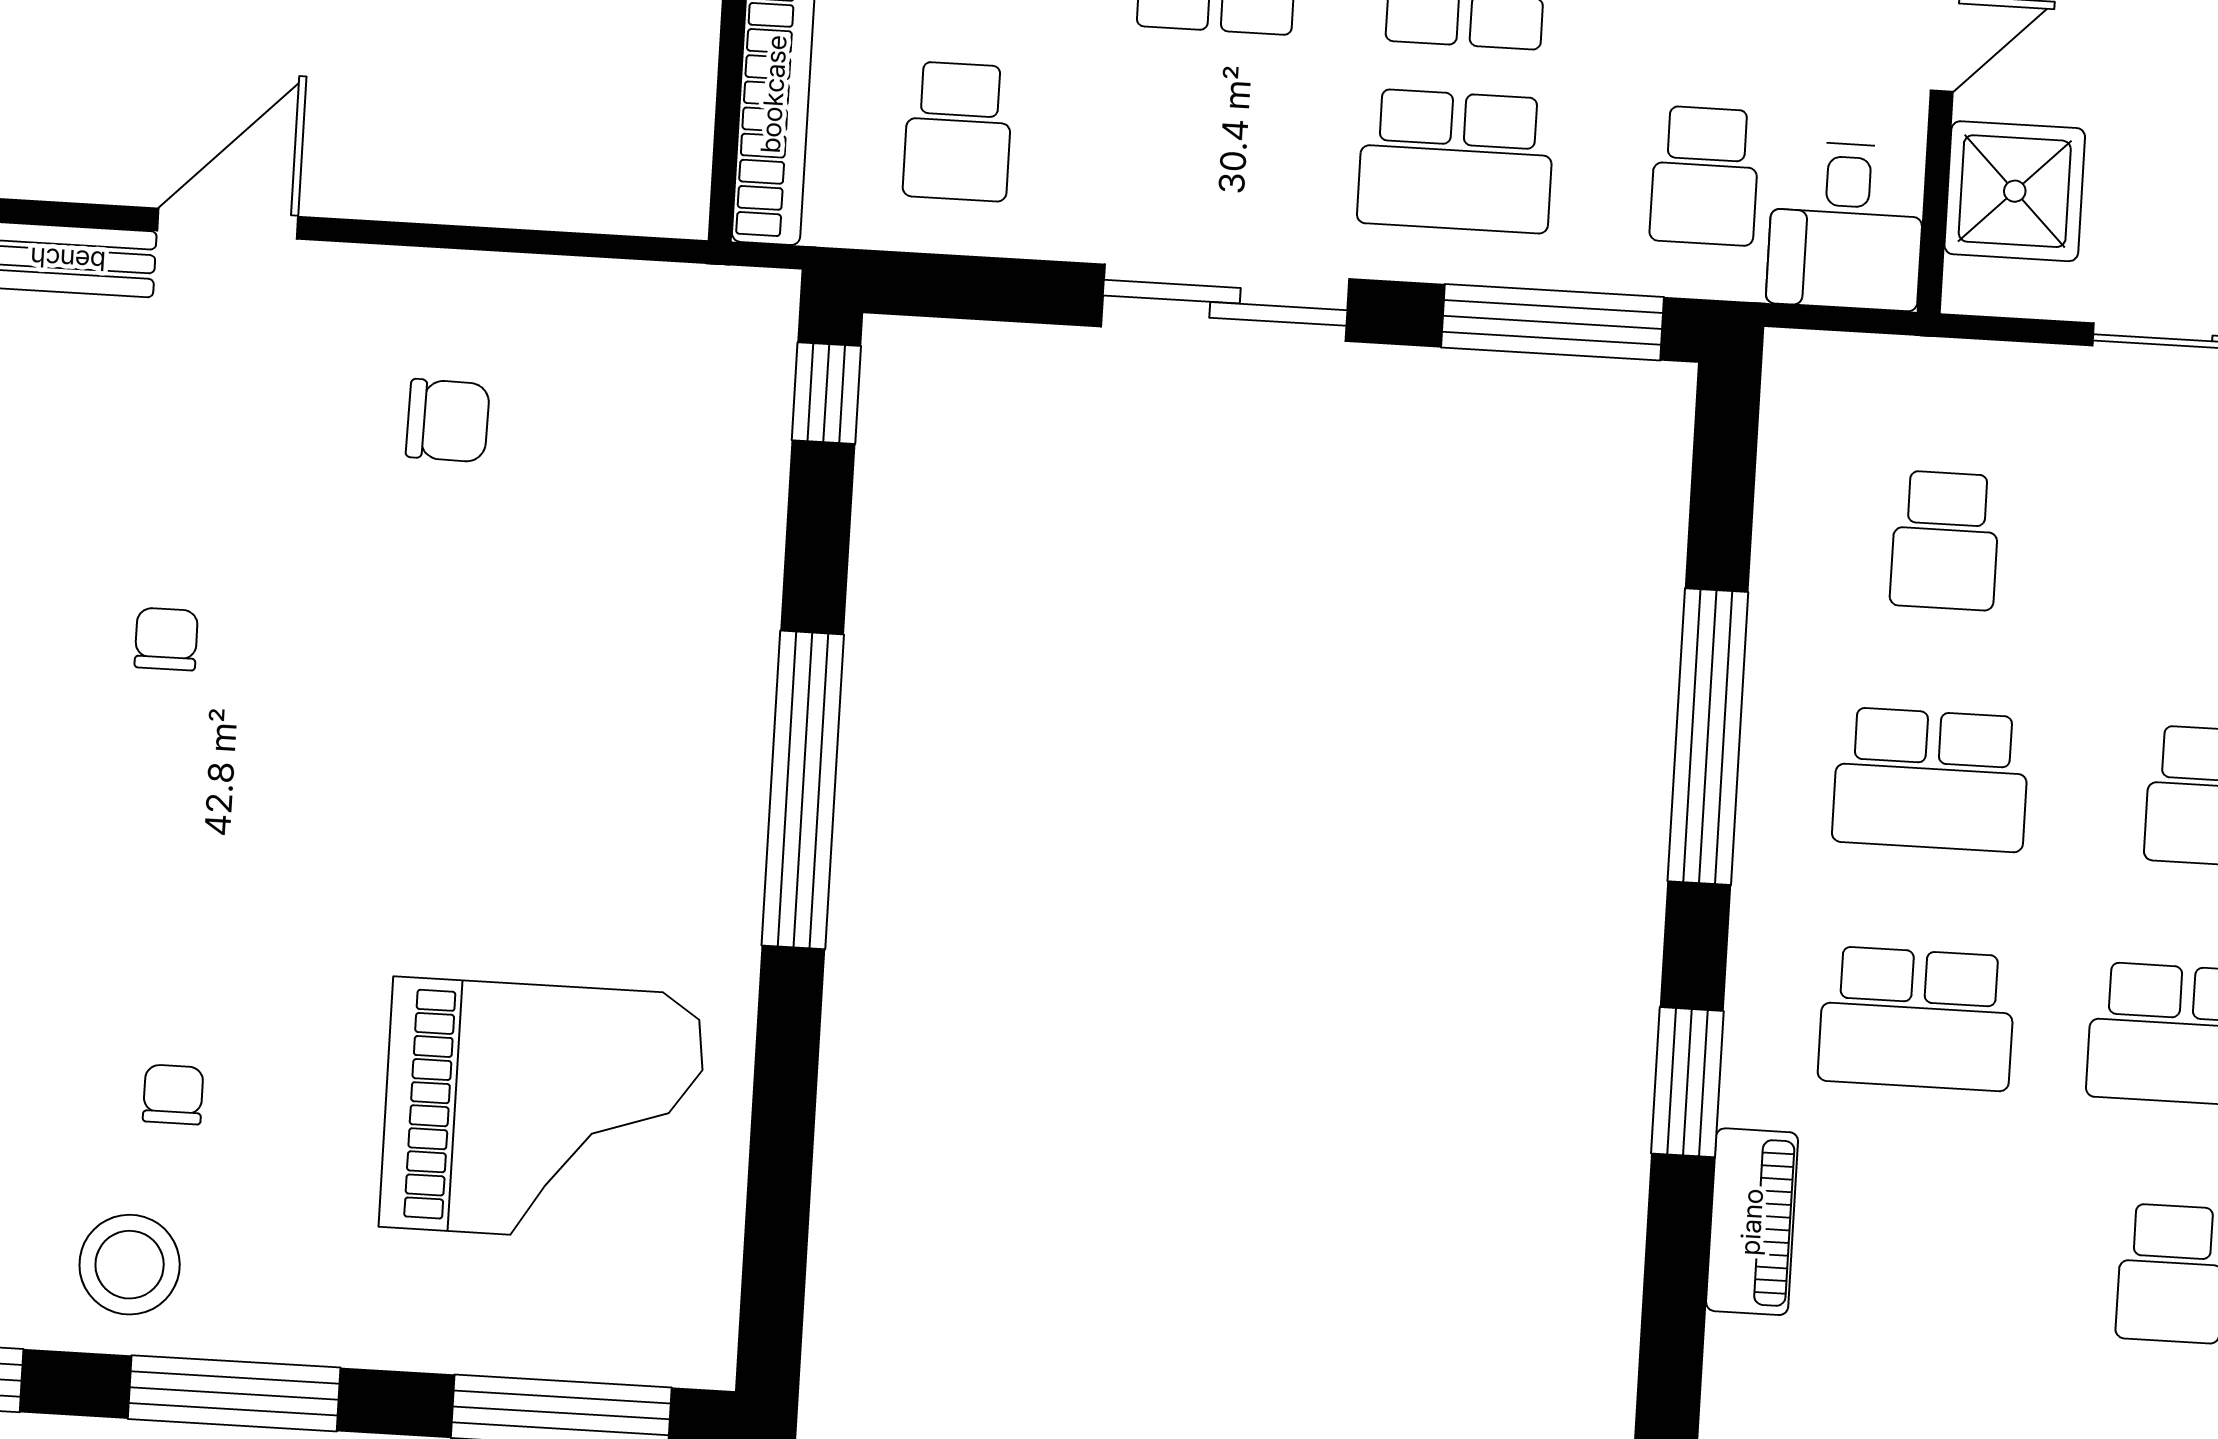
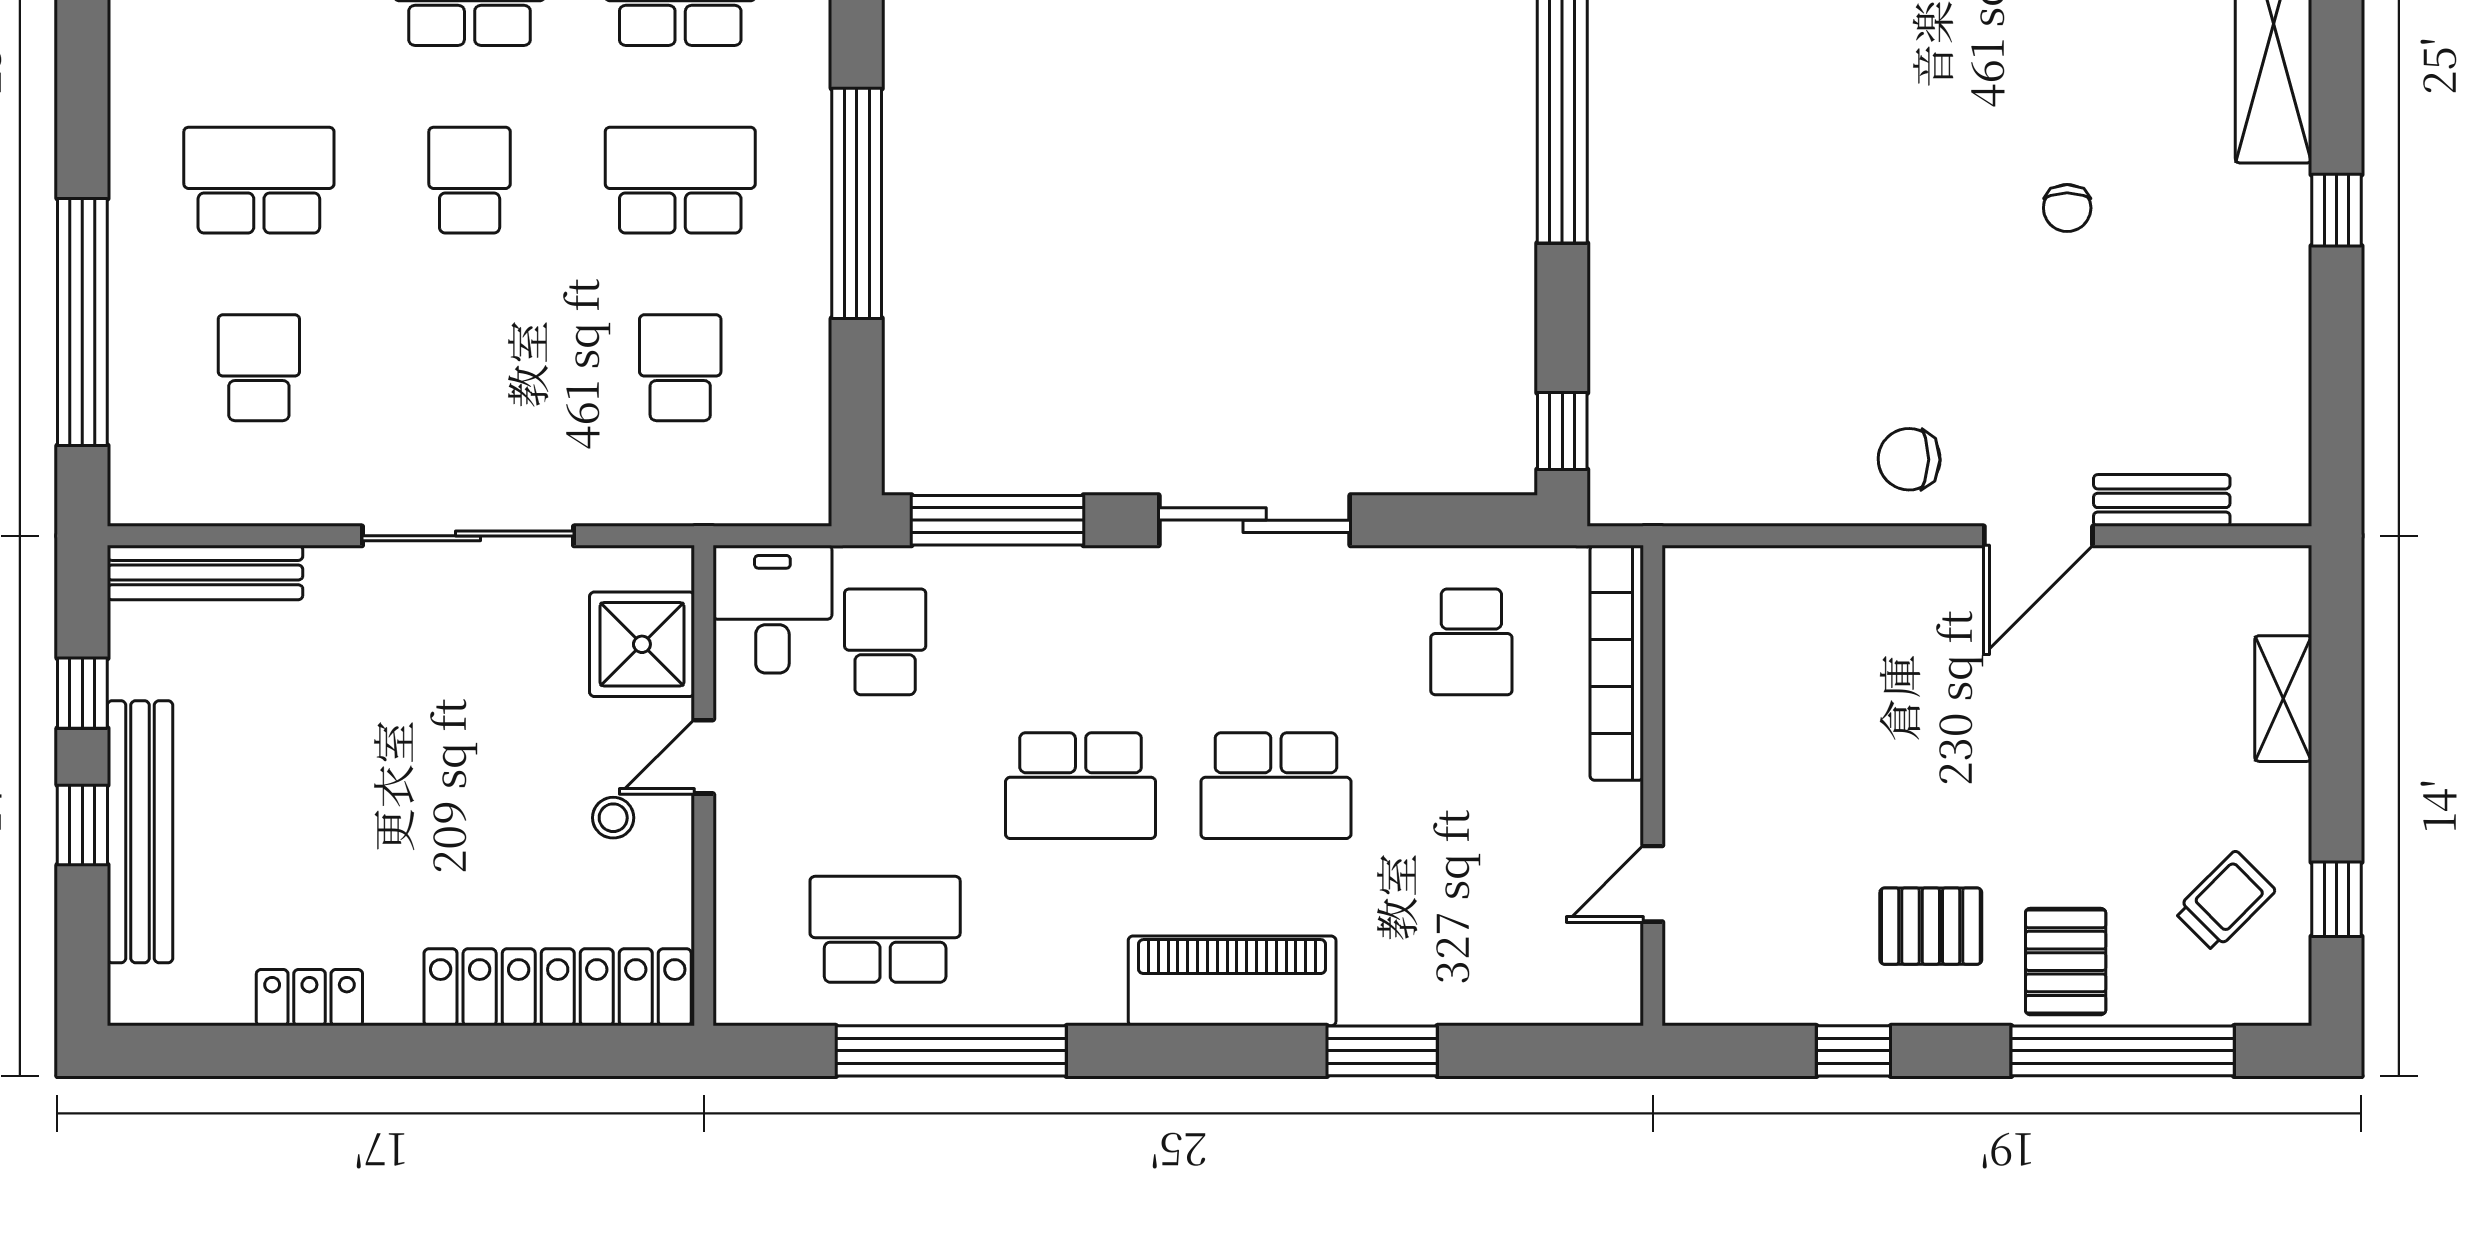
school desk: (958, 131) -> (1471, 642), turned 180
school desk: (1456, 161) -> (1081, 642), removed
chair: (448, 421) -> (1909, 459), moved

